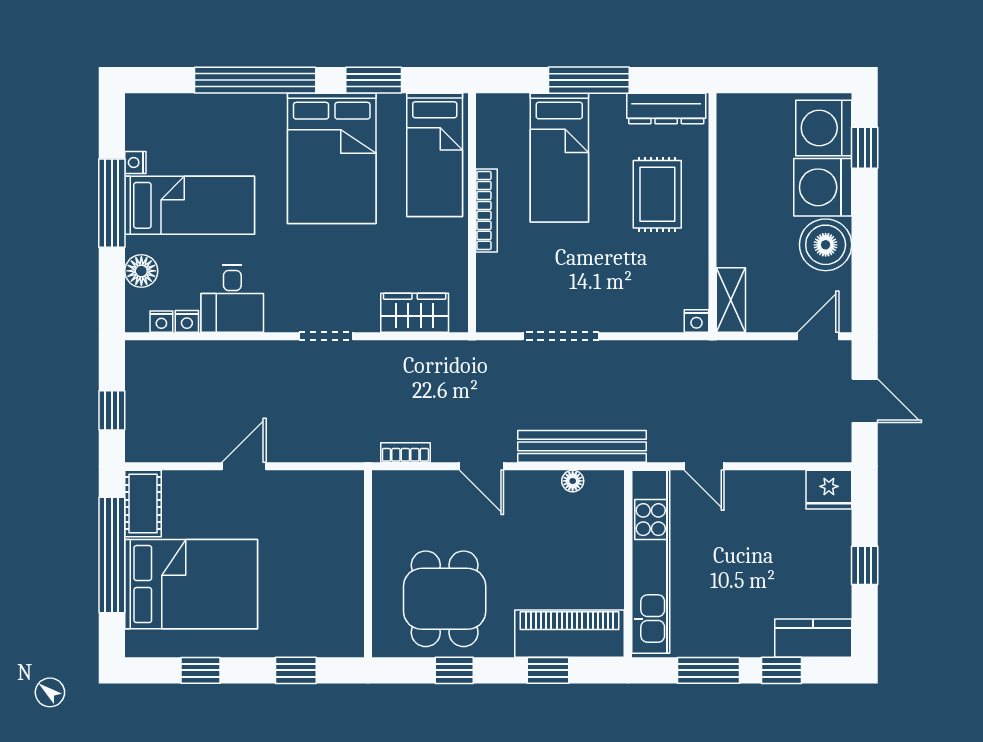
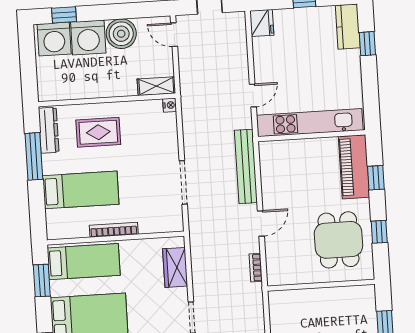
window: (374, 80) -> (42, 281), moved
window: (589, 80) -> (34, 156), moved
floor lamp: (573, 481) -> (266, 171), removed
dining table: (445, 599) -> (338, 240), turned 90
window: (708, 670) -> (370, 86), removed

